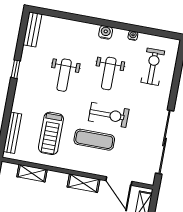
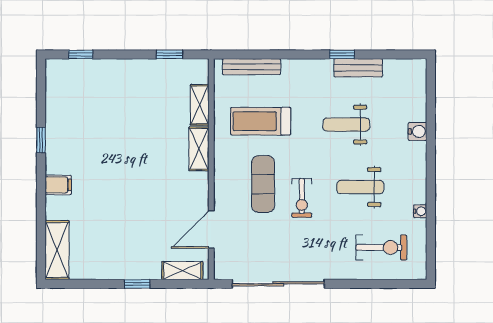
bench: (32, 29) -> (358, 68), moved
water cooler: (106, 32) -> (417, 131), moved
exercise bike: (109, 115) -> (302, 198), width x0.73, depth x0.72
shelving: (83, 183) -> (199, 149), moved

